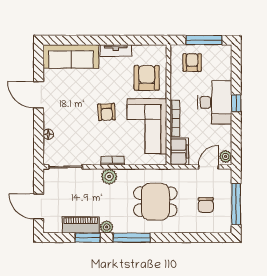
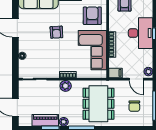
armchair: (107, 112) -> (56, 32), moved
filing cabinet: (179, 151) -> (115, 73), width x0.50
door: (209, 167) -> (136, 79), swing flipped
dining table: (155, 202) -> (98, 104), width x1.37

